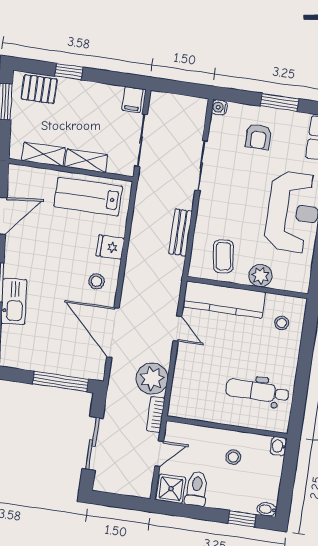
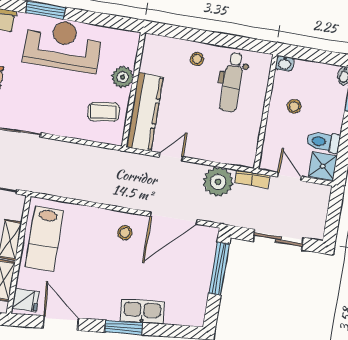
bench: (181, 232) -> (80, 152), removed
fridge: (110, 247) -> (25, 300), moved, turned -90
stool: (282, 323) -> (197, 59), moved

